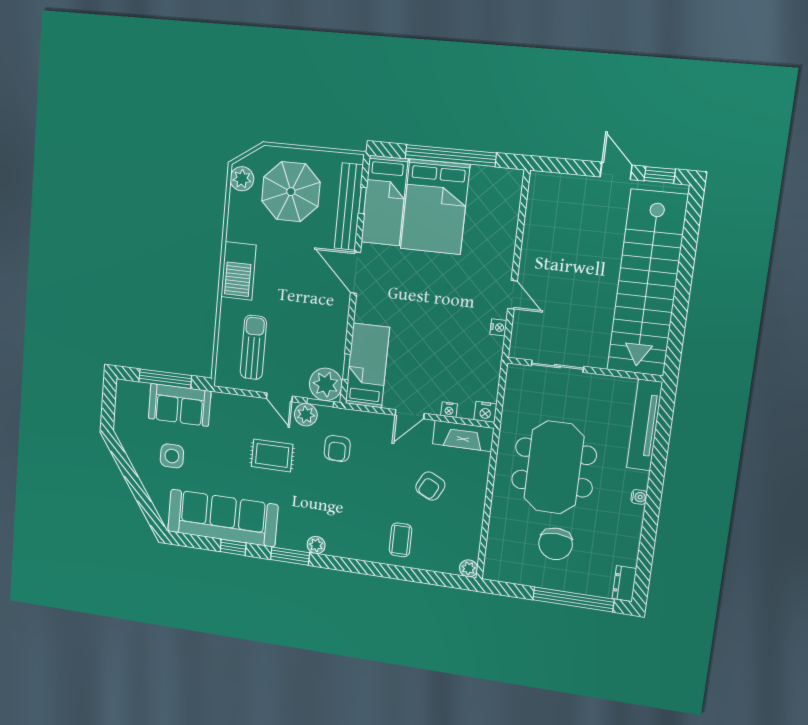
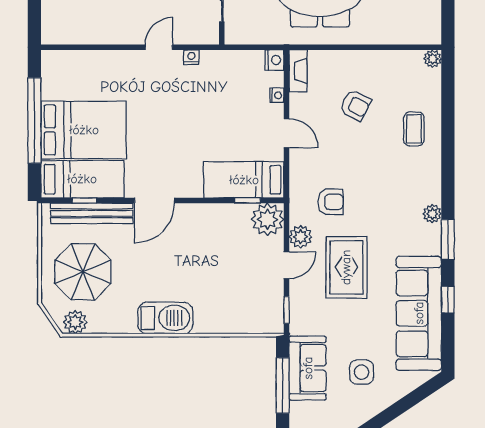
sun lounger: (253, 347) -> (240, 296), removed
window: (320, 403) -> (286, 310), moved
fireplace: (463, 436) -> (298, 71), width x0.73, depth x0.76
rug: (272, 455) -> (346, 267), width x1.36, depth x1.43
coffee table: (401, 540) -> (414, 129), turned 90

